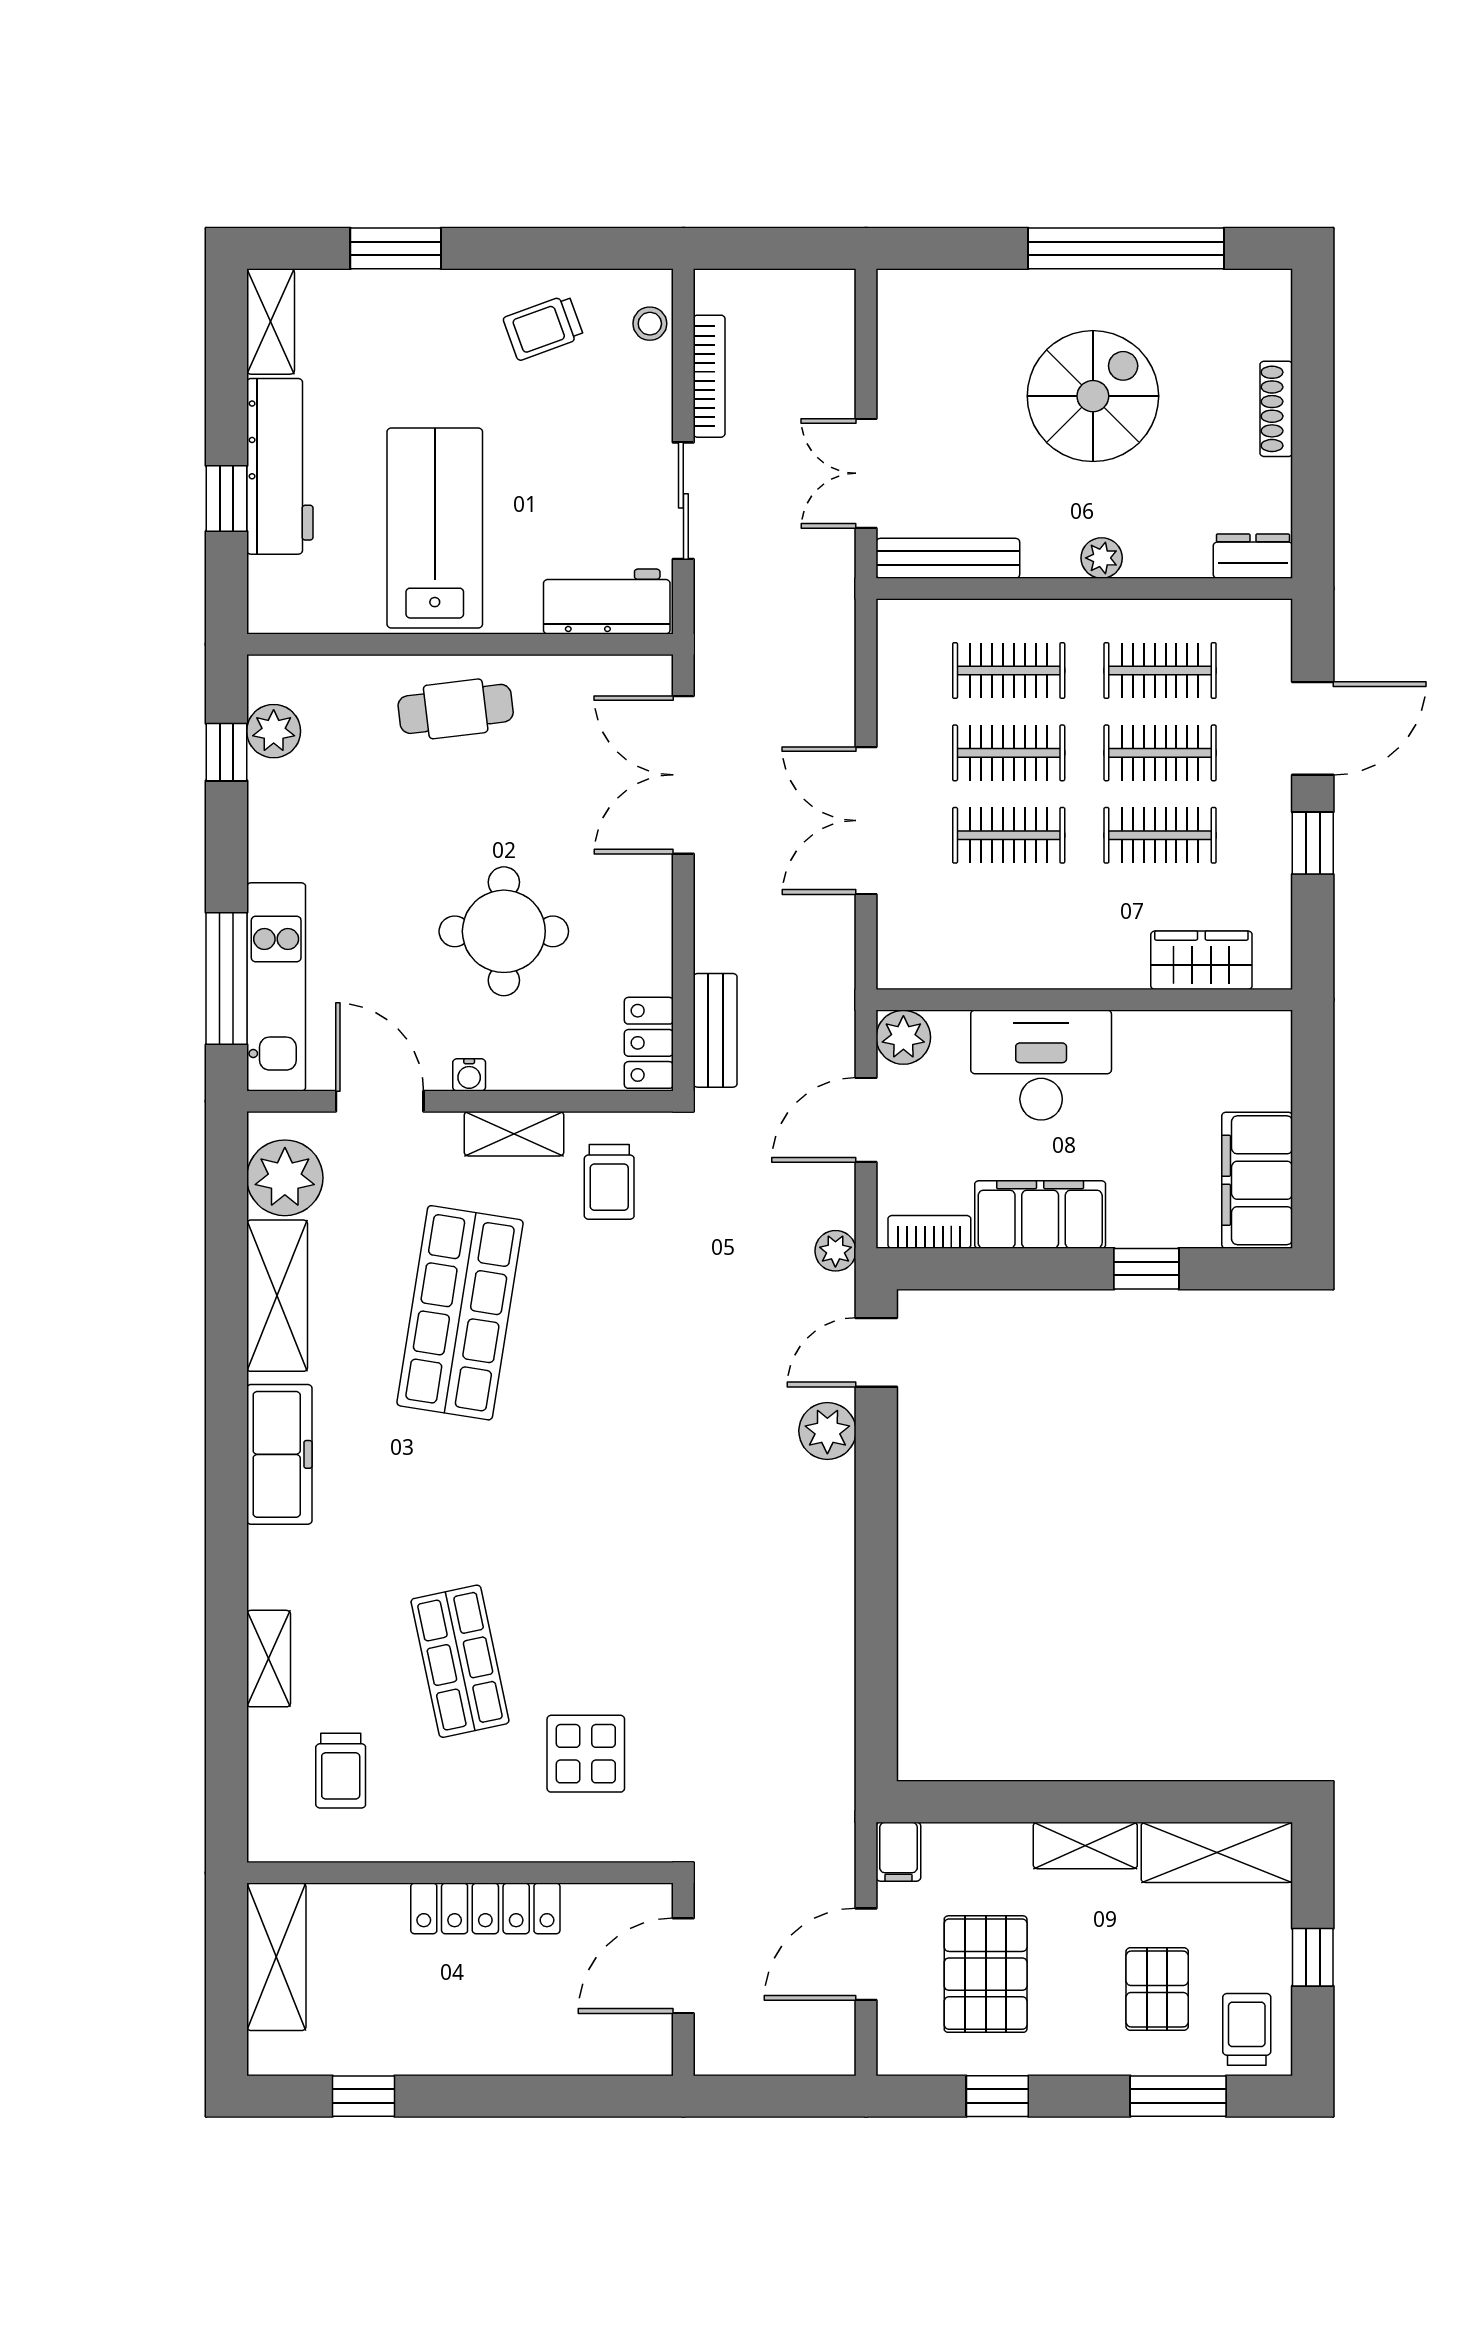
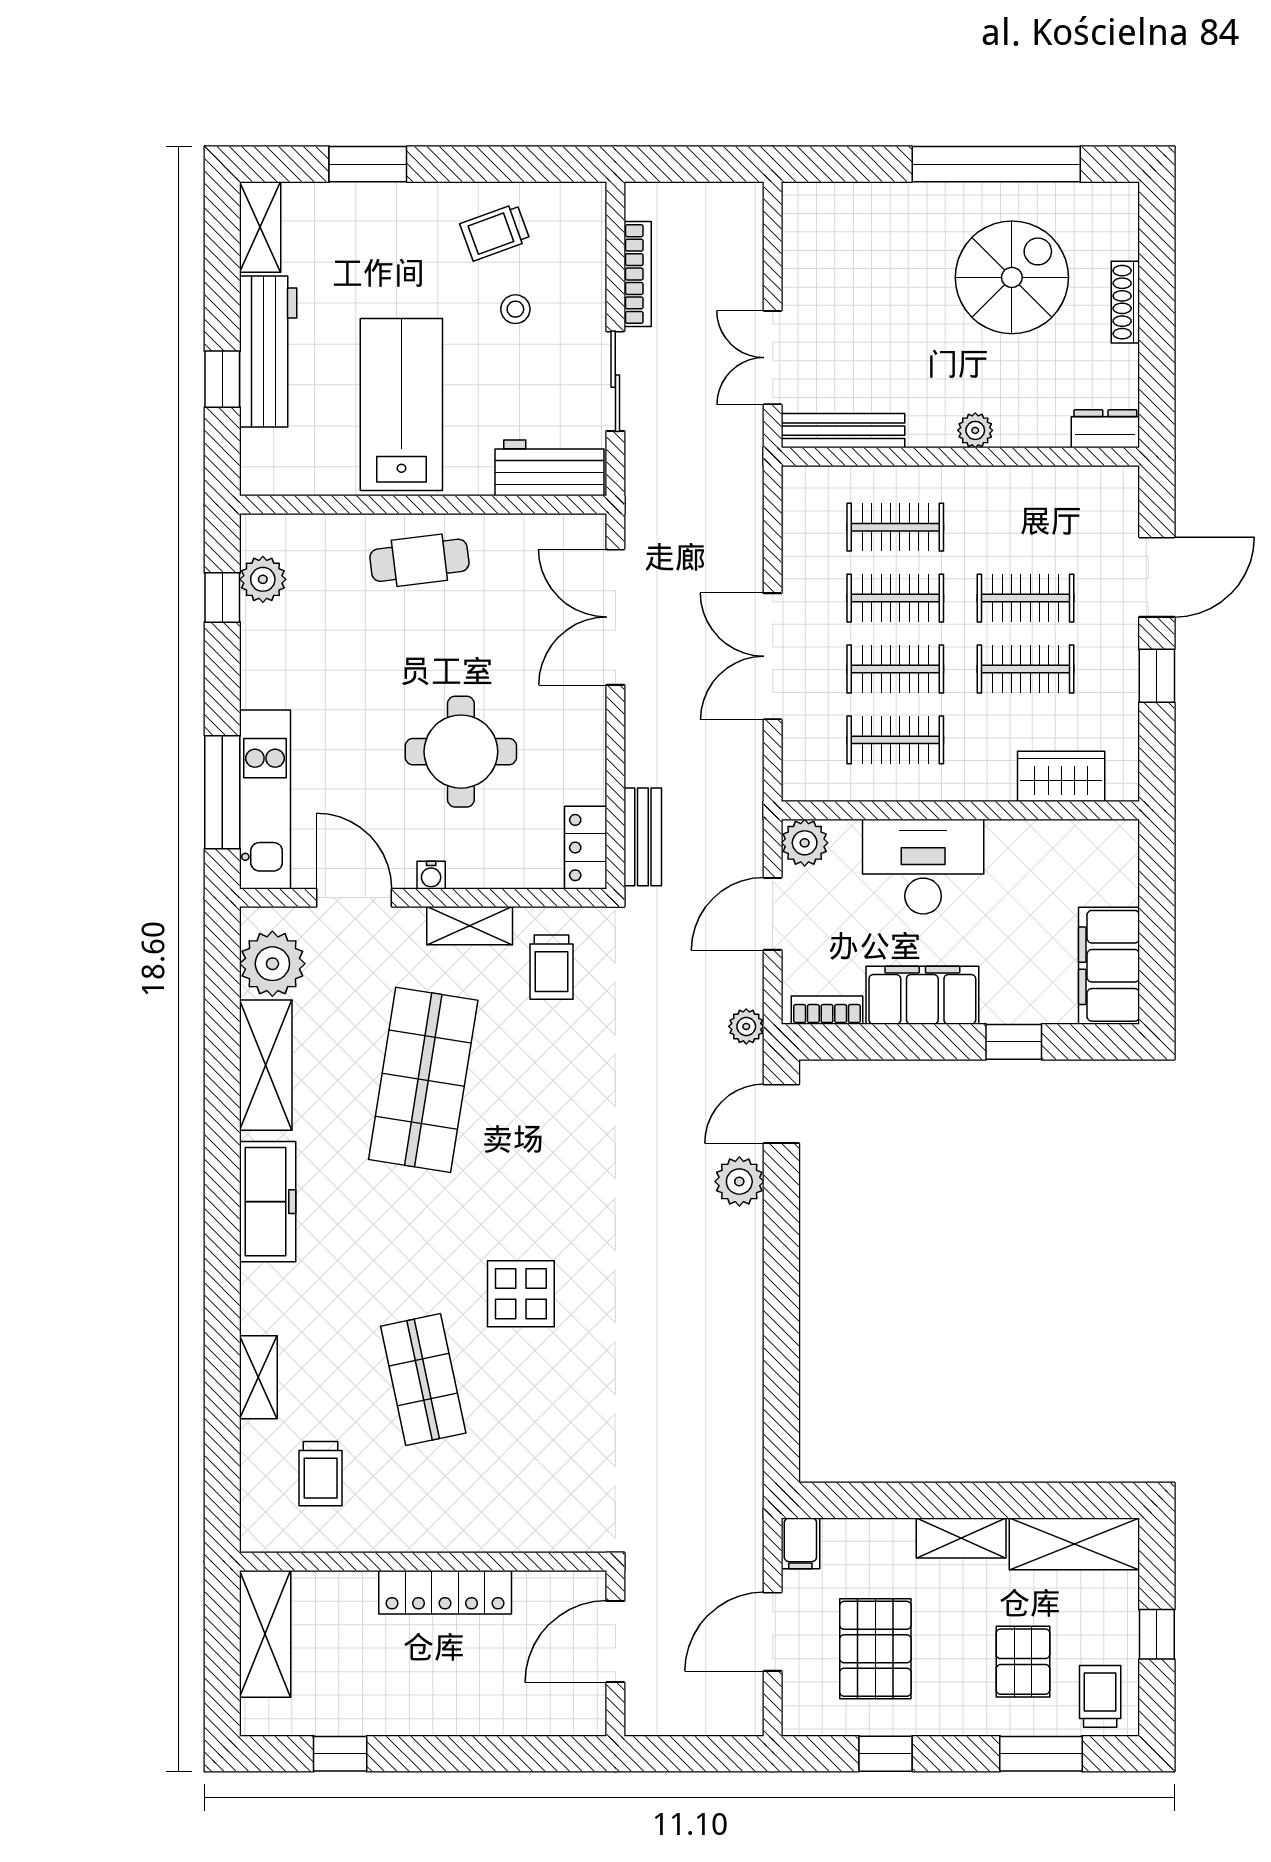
stool: (650, 324) -> (515, 309), moved
spiral stairs: (1093, 396) -> (1012, 277), moved
clothes rail: (1160, 670) -> (895, 740), moved
display table: (586, 1754) -> (521, 1294), moved

